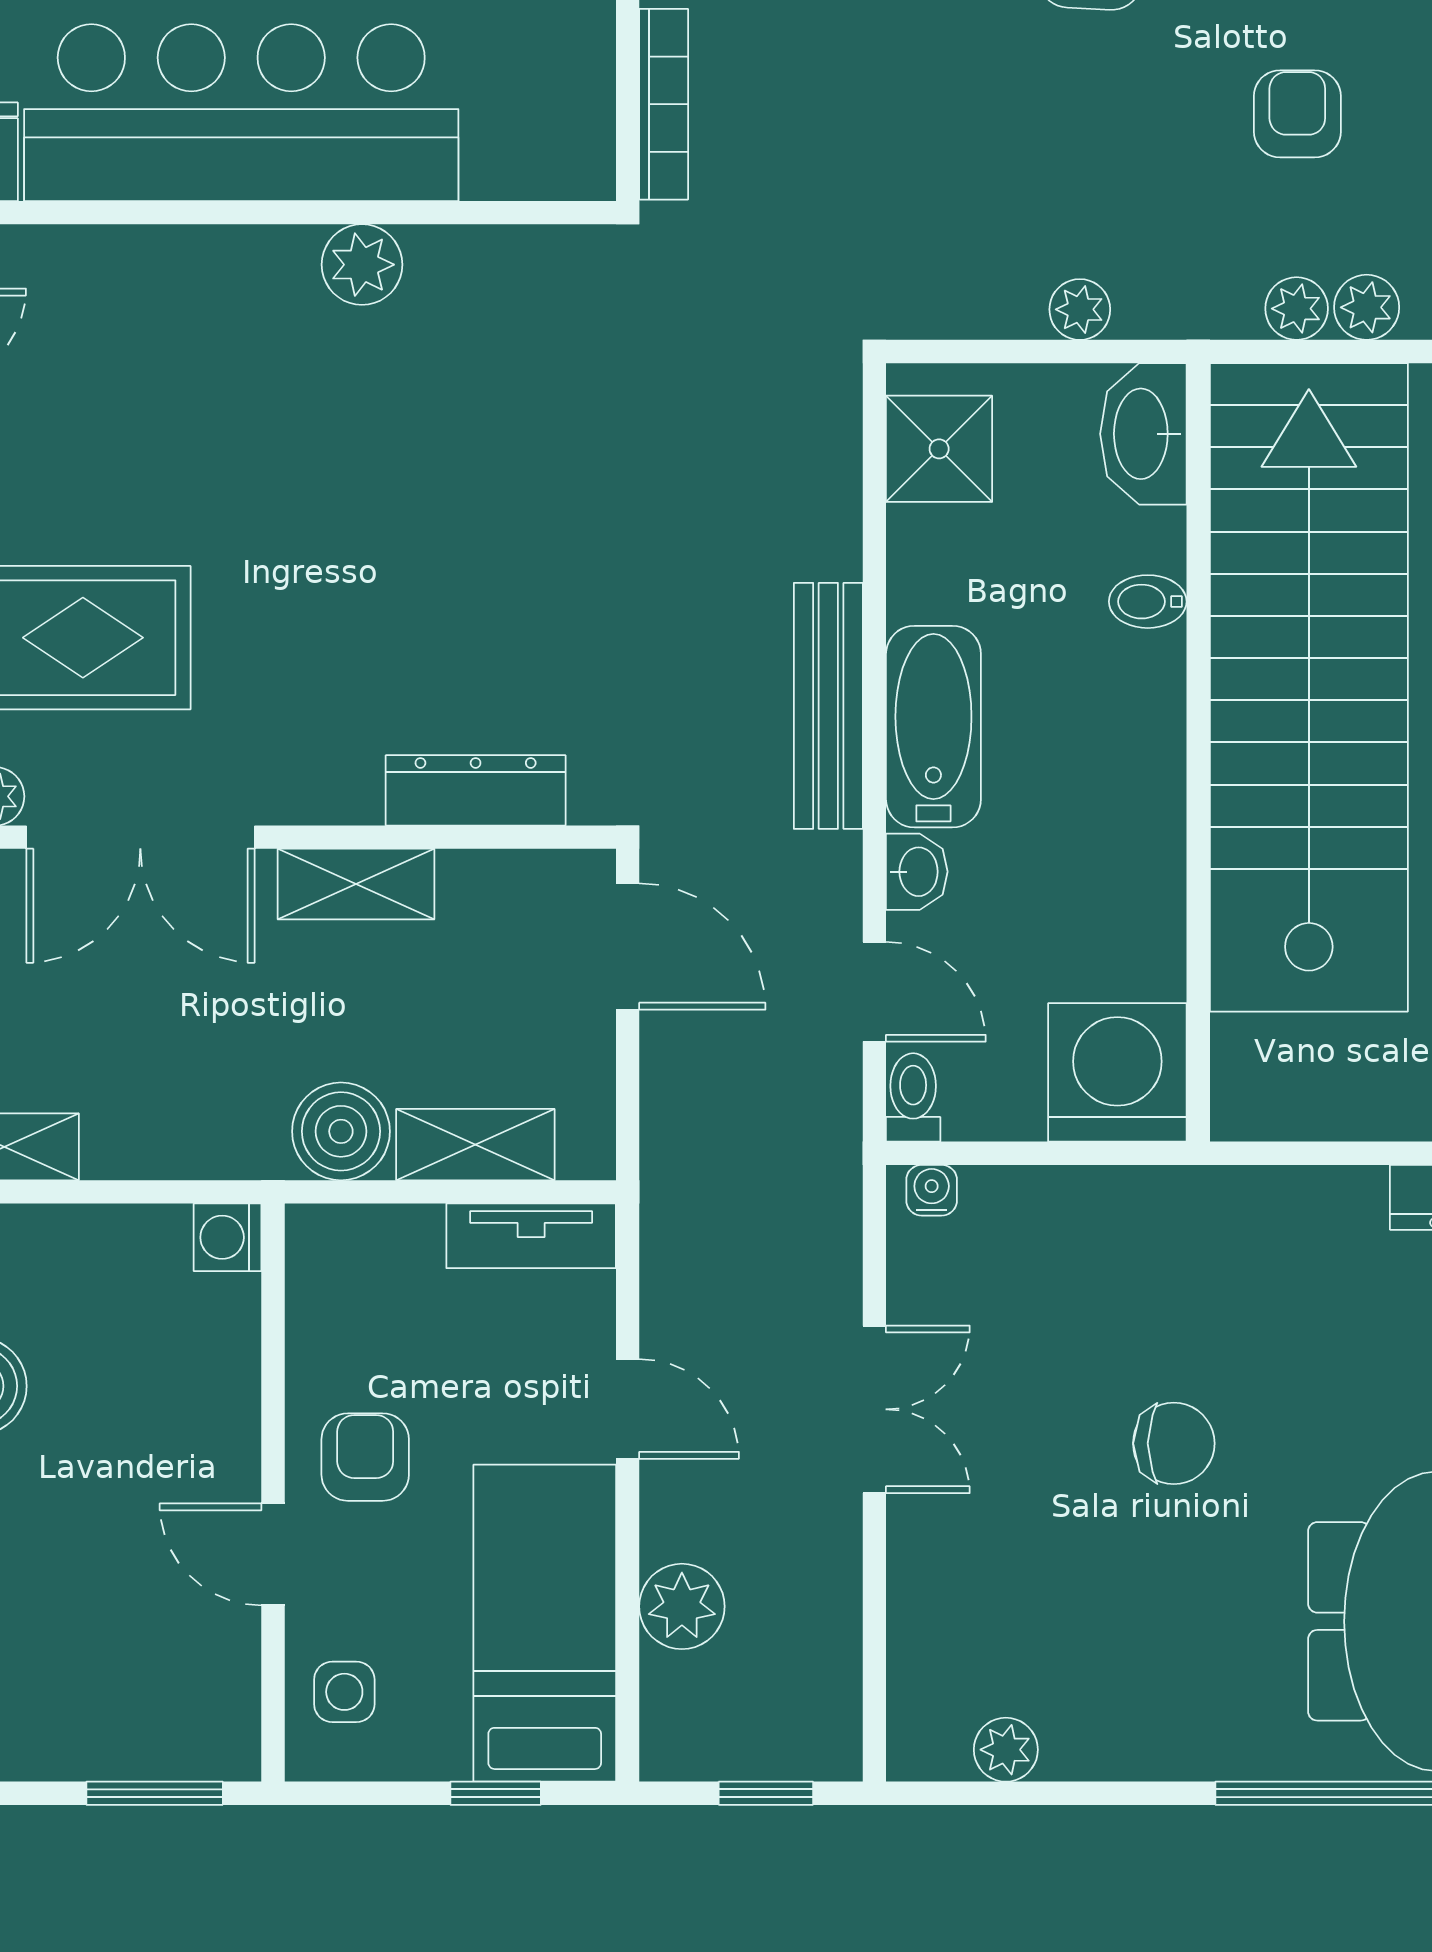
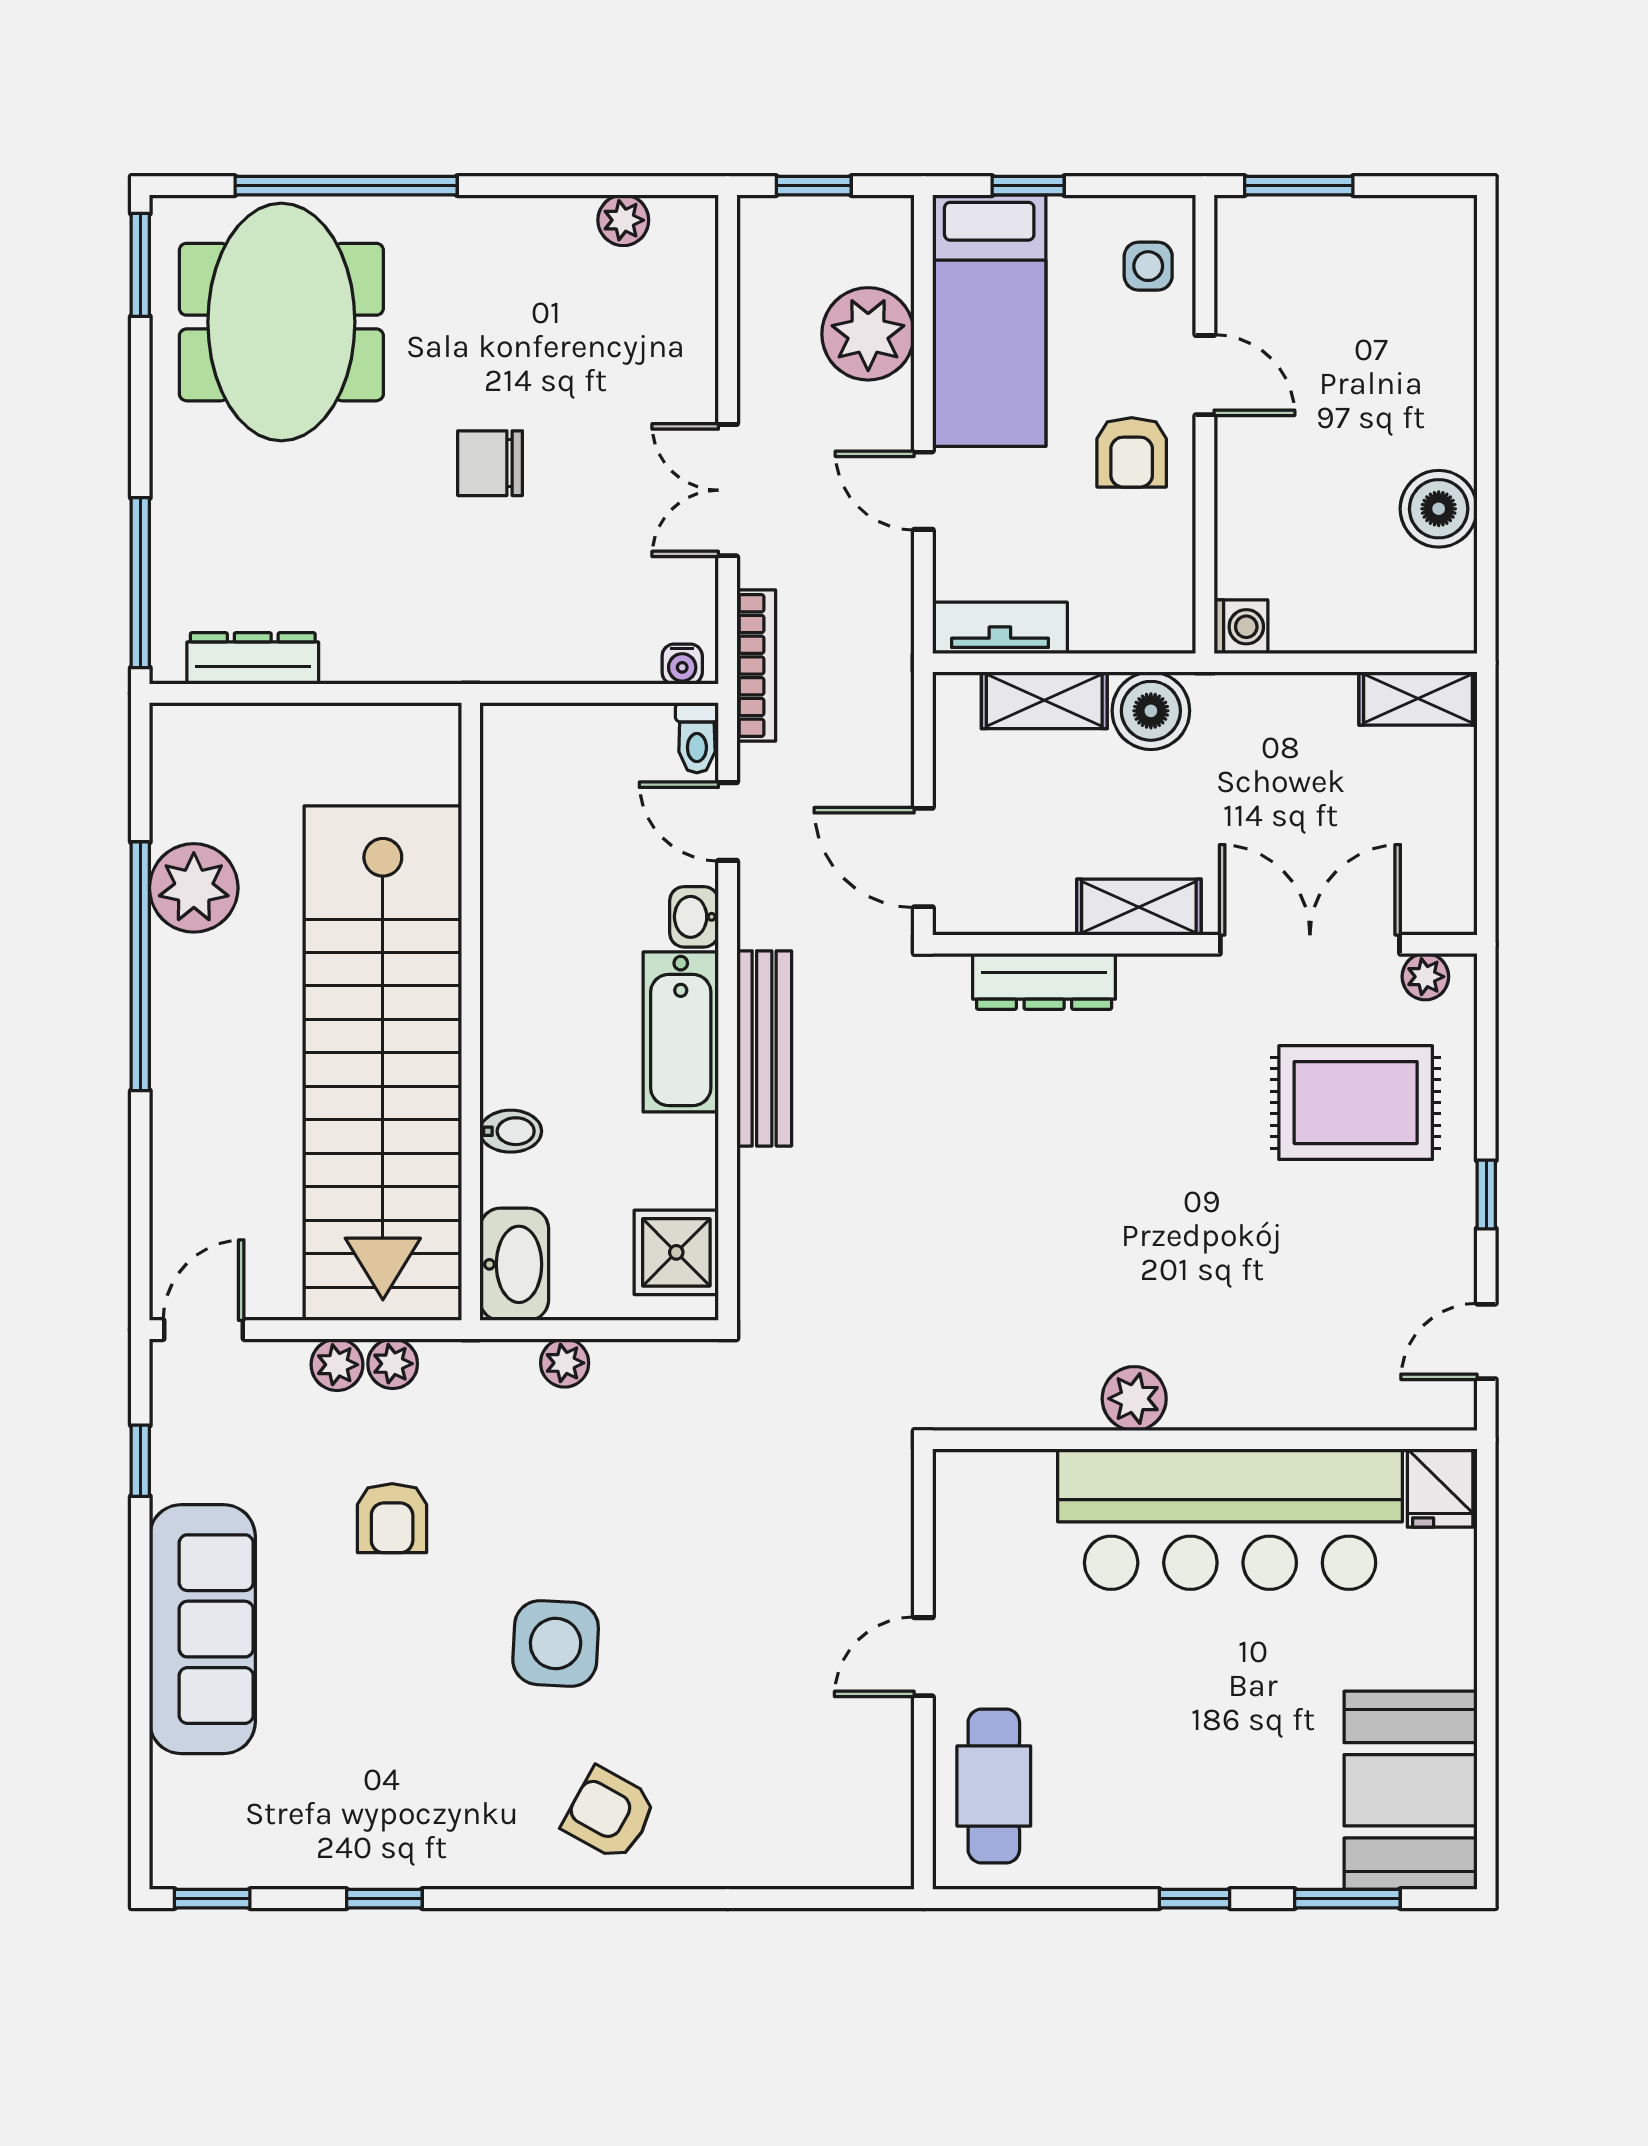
bookcase: (664, 104) -> (756, 665), moved, turned 180
washing machine: (1117, 1072) -> (535, 758), removed
plant: (682, 1606) -> (868, 334), width x1.36, depth x1.36

